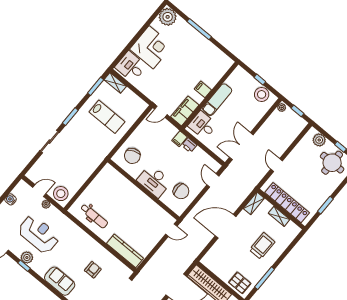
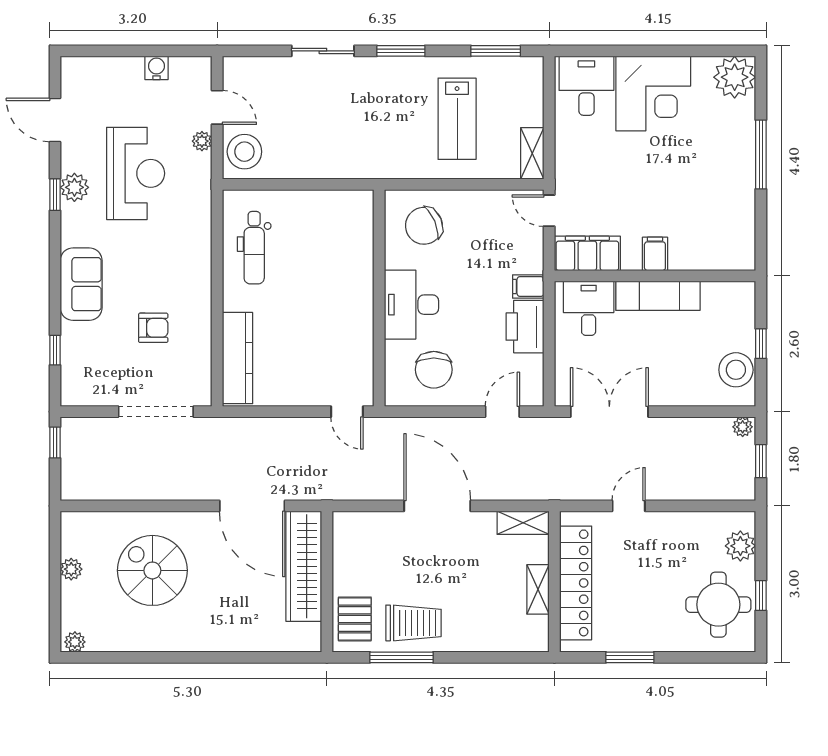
shelving: (115, 83) -> (532, 153), moved
printer: (189, 145) -> (525, 327), width x1.87, depth x1.48
trolley: (262, 246) -> (413, 623), moved

